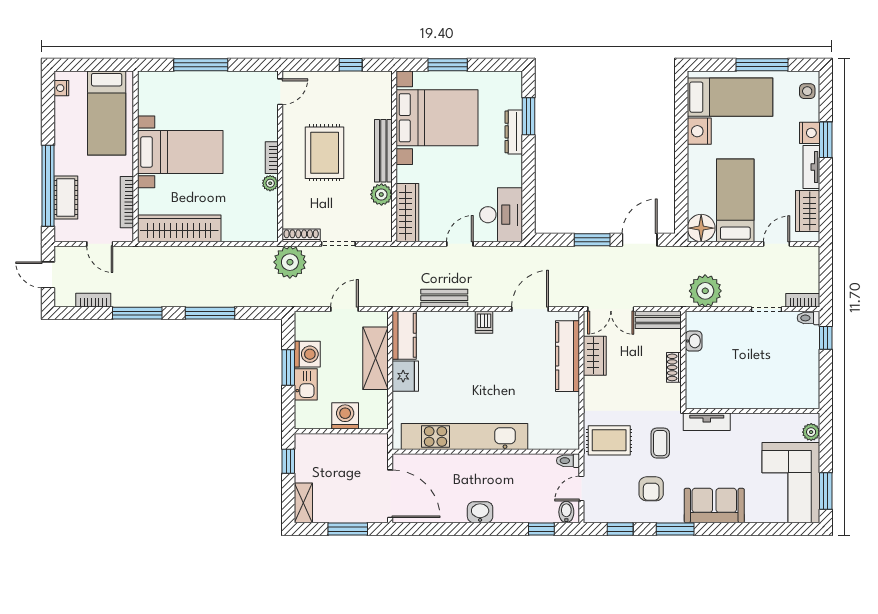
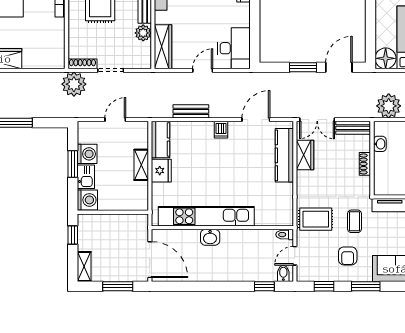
plant: (270, 183) -> (59, 24), removed
shelving: (375, 358) -> (141, 165), width x0.67, depth x0.75
washing machine: (345, 416) -> (87, 200), moved, turned 90
washbasin: (480, 512) -> (210, 237), moved, turned 180

